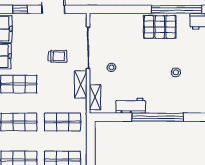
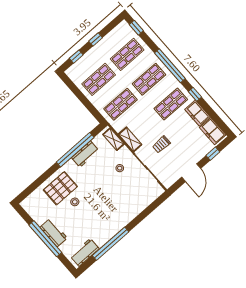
pallet: (160, 27) -> (60, 188), moved
window: (158, 117) -> (75, 150), moved

